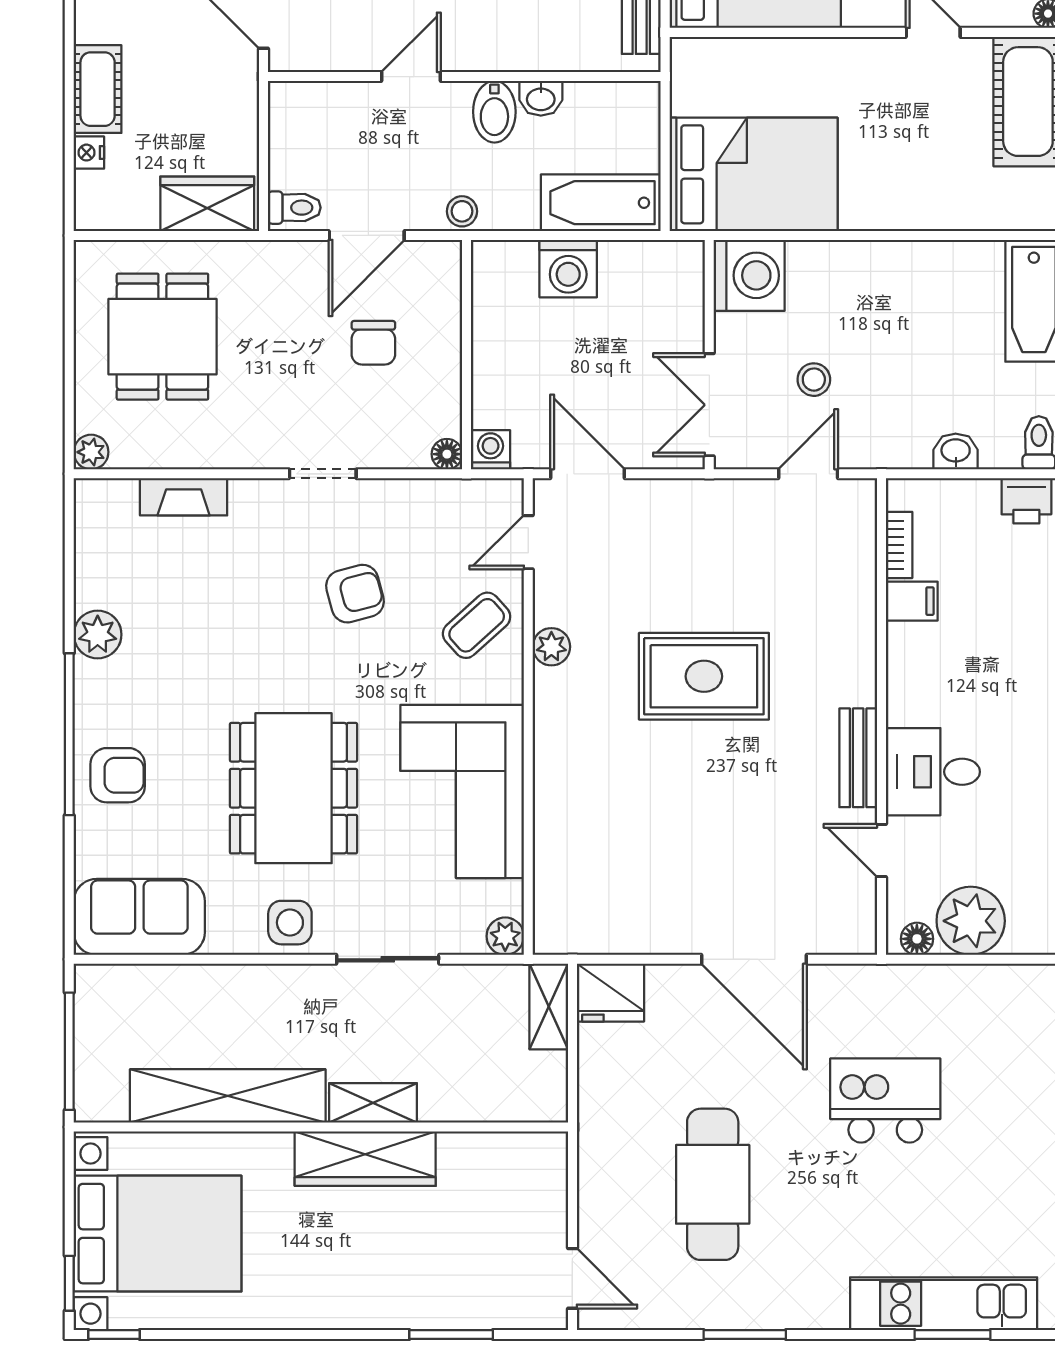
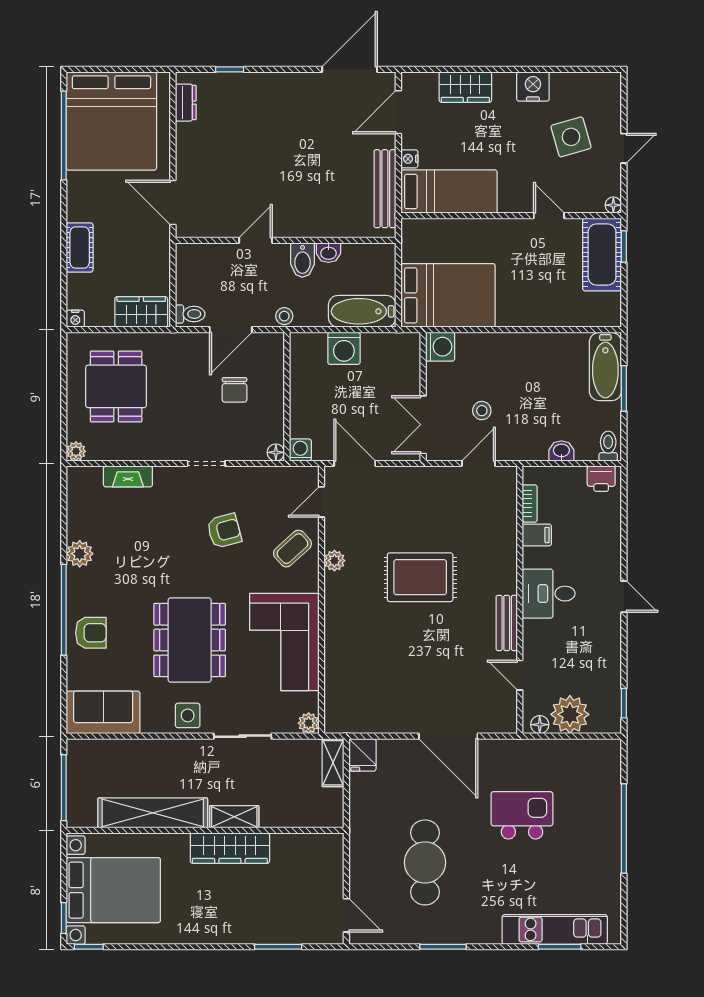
nightstand: (89, 153) -> (75, 319), moved, turned -90
washing machine: (749, 275) -> (440, 347), width x0.73, depth x0.73
desk: (933, 772) -> (549, 594), moved
fridge: (610, 993) -> (362, 755), width x0.72

